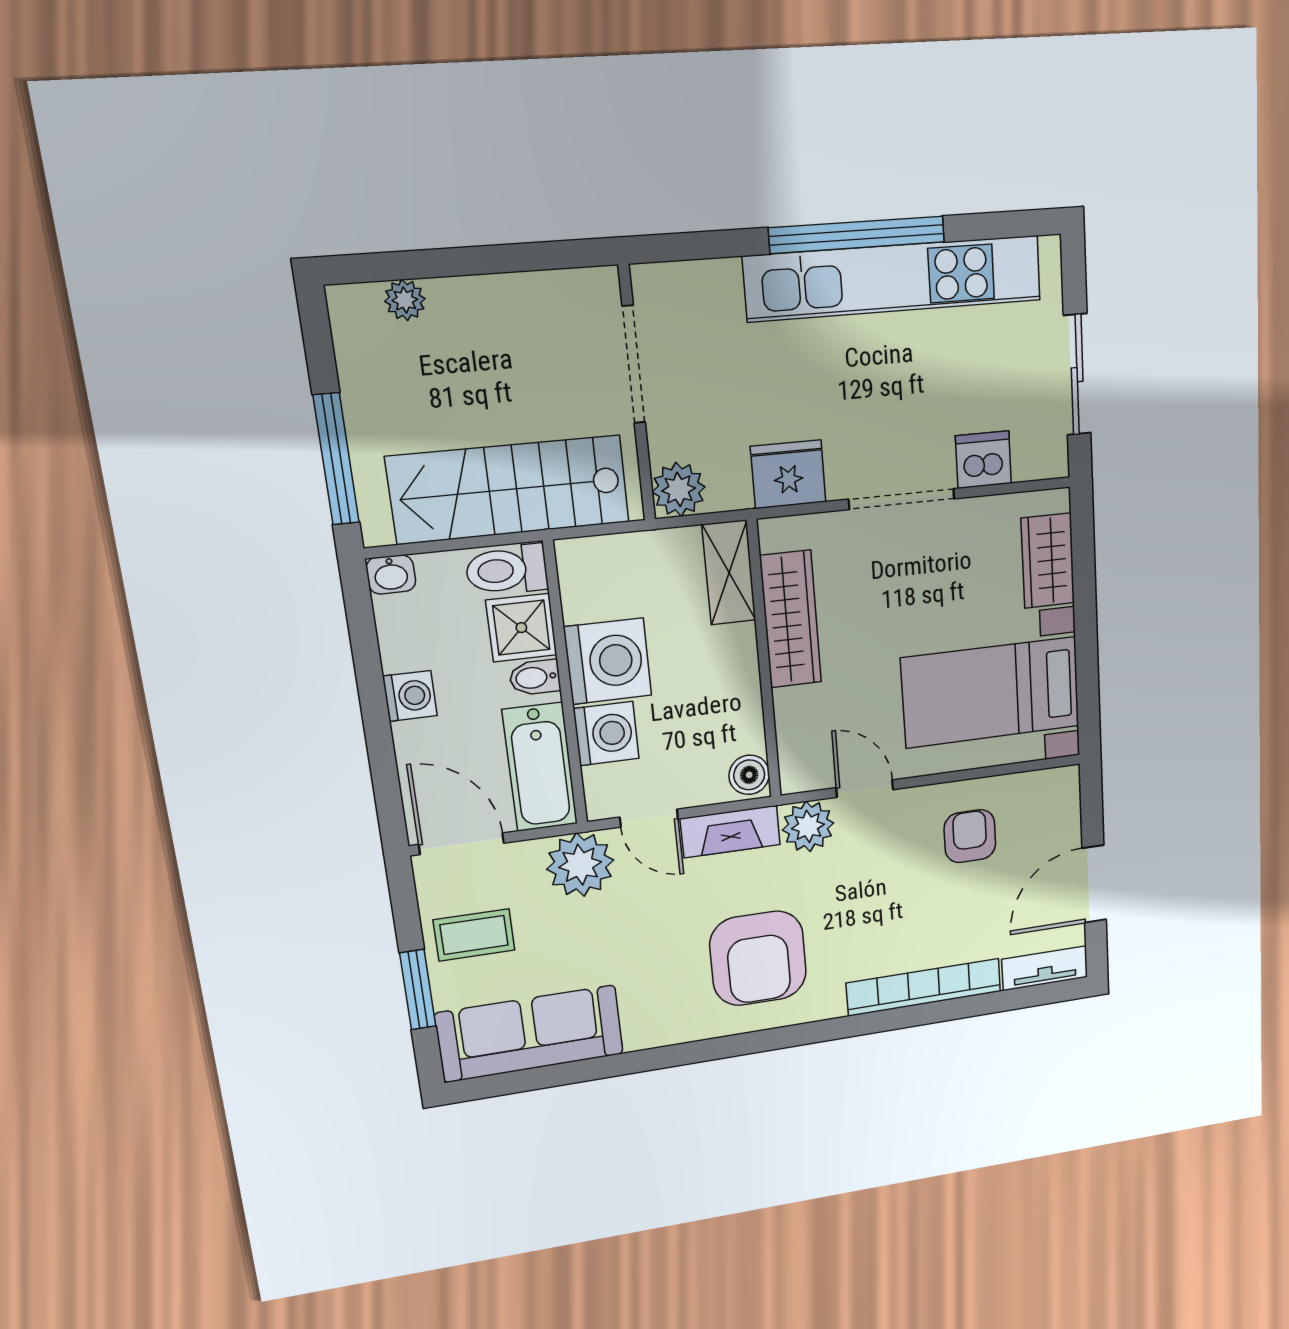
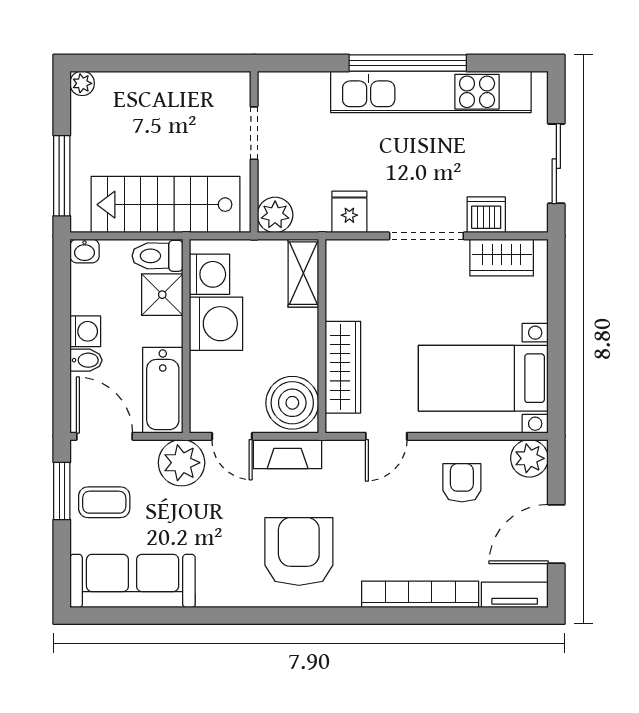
plant: (405, 300) -> (82, 83), moved
doorway: (634, 364) -> (254, 133), width x0.73
fridge: (788, 474) -> (349, 212), width x0.72
wardrobe: (1048, 561) -> (502, 258), moved, turned -90
wardrobe: (791, 619) -> (343, 367), moved
bidet: (535, 678) -> (86, 360), moved, turned 180
washing machine: (606, 734) -> (210, 274), moved
boiler: (749, 775) -> (292, 403), width x1.86, depth x1.86
door: (865, 789) -> (386, 436), swing flipped
plant: (808, 826) -> (529, 458), moved
armchair: (758, 958) -> (299, 551), turned 180
window: (418, 990) -> (62, 491), moved

